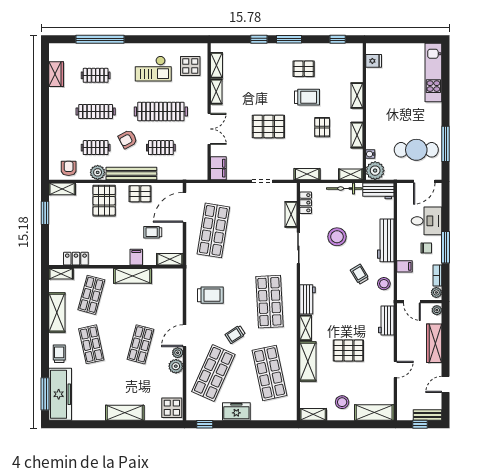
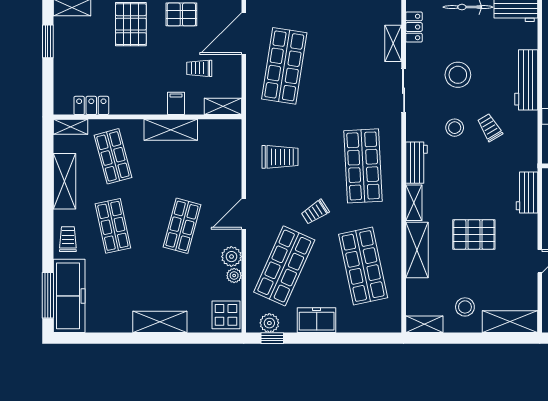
stool: (384, 284) -> (455, 128), moved
shop shelf: (91, 295) -> (113, 156), turned -30
plant: (178, 353) -> (234, 276), moved
plant: (203, 414) -> (269, 323), added

